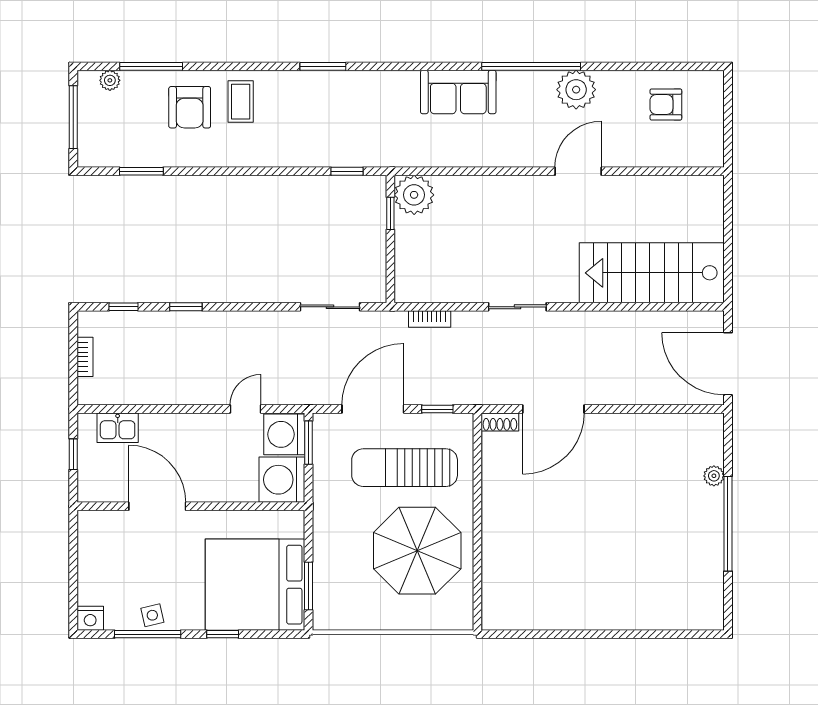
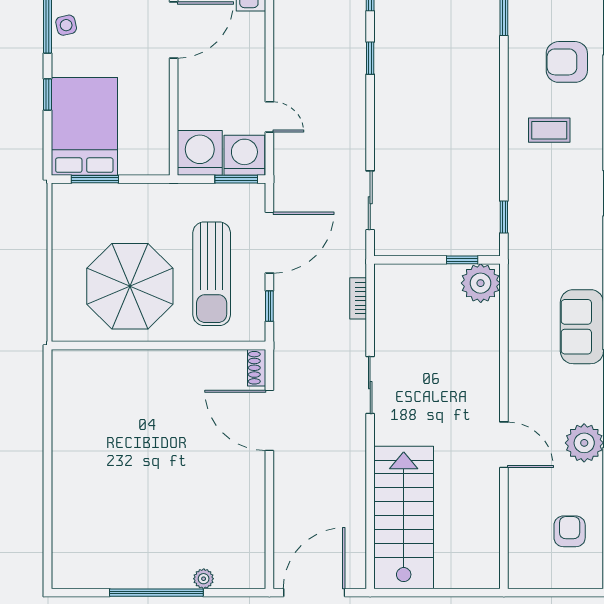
coffee table: (241, 102) -> (549, 130), moved
door: (373, 409) -> (269, 243), hinge flipped
sun lounger: (405, 468) -> (212, 274), turned 180
bed: (255, 585) -> (84, 126), width x0.73

